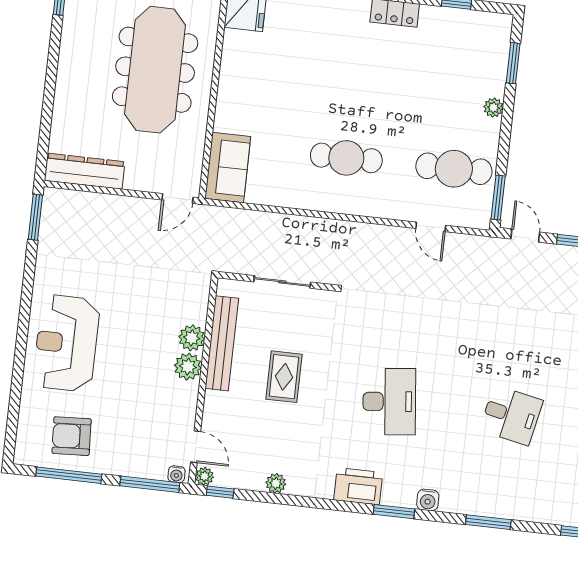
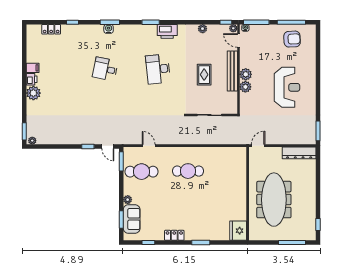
sofa: (228, 168) -> (132, 219), moved, turned 180
reception desk: (66, 343) -> (287, 87), moved
bench: (222, 343) -> (232, 71), moved
water cooler: (428, 500) -> (109, 29), moved

